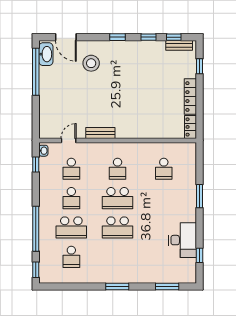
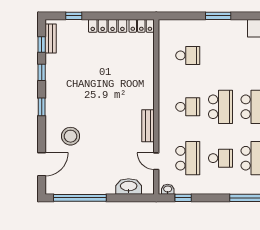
washbasin: (46, 54) -> (129, 186), moved
school desk: (71, 169) -> (188, 158), width x1.85

